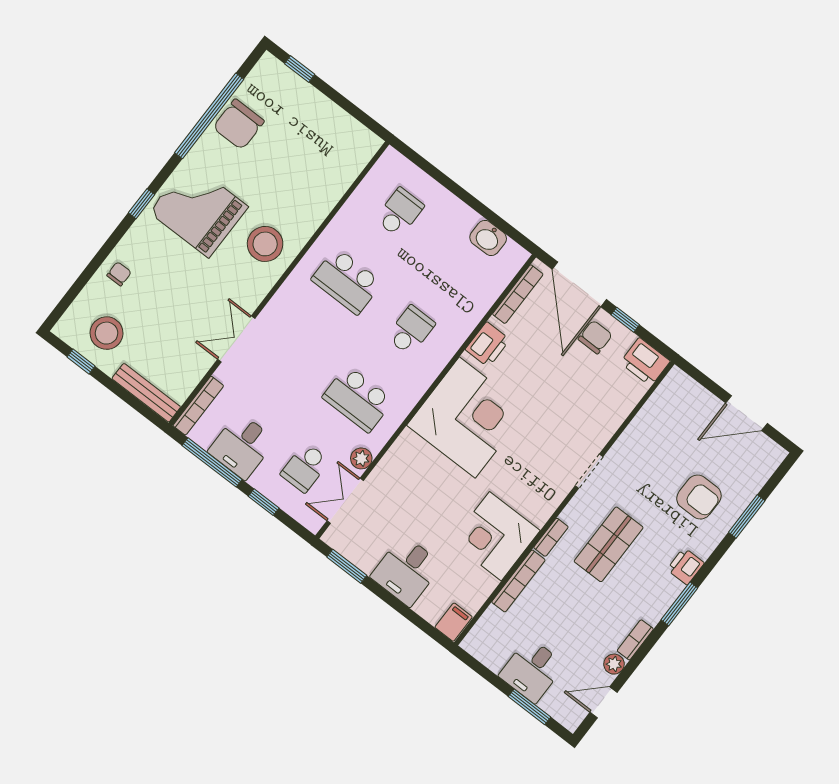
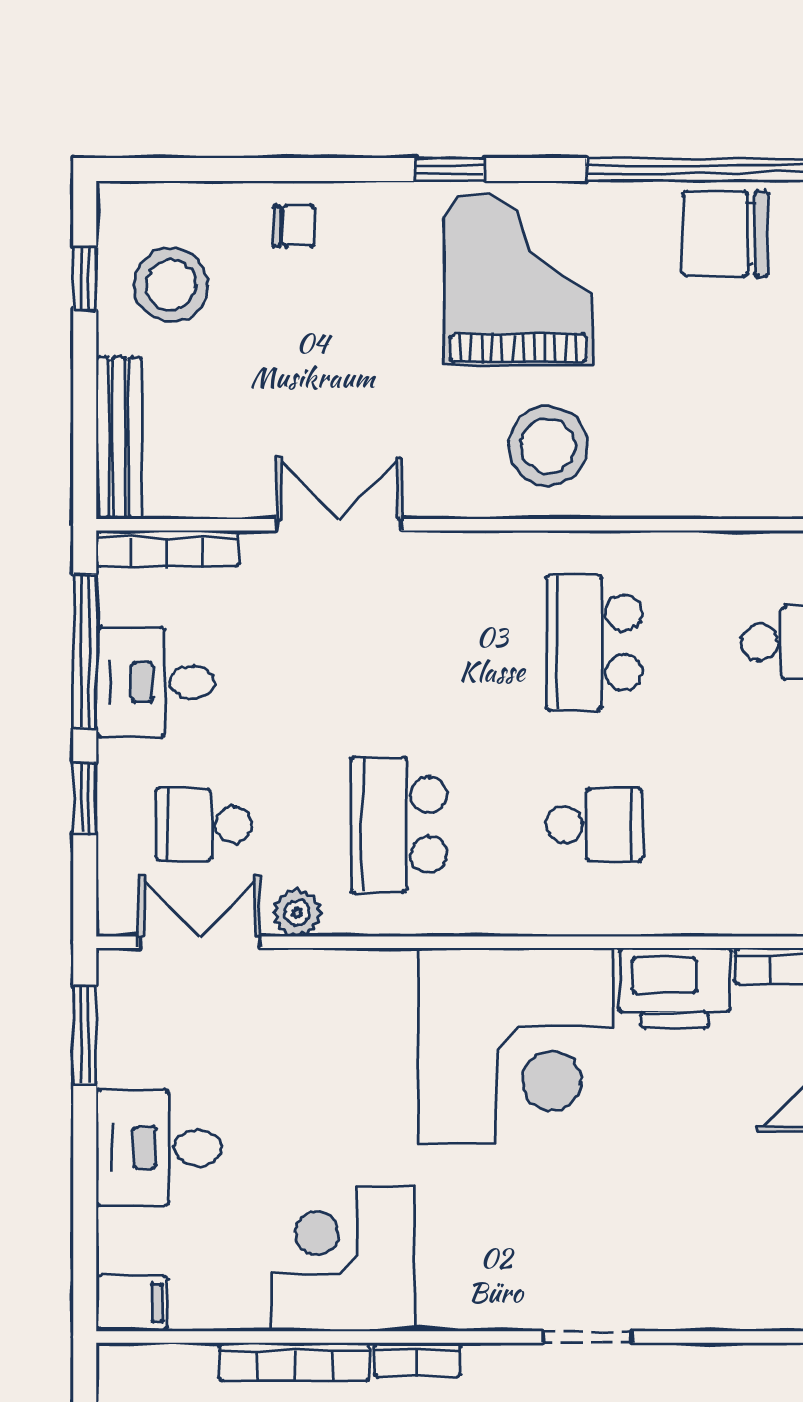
printer: (488, 345) -> (674, 988), width x1.37, depth x1.19

